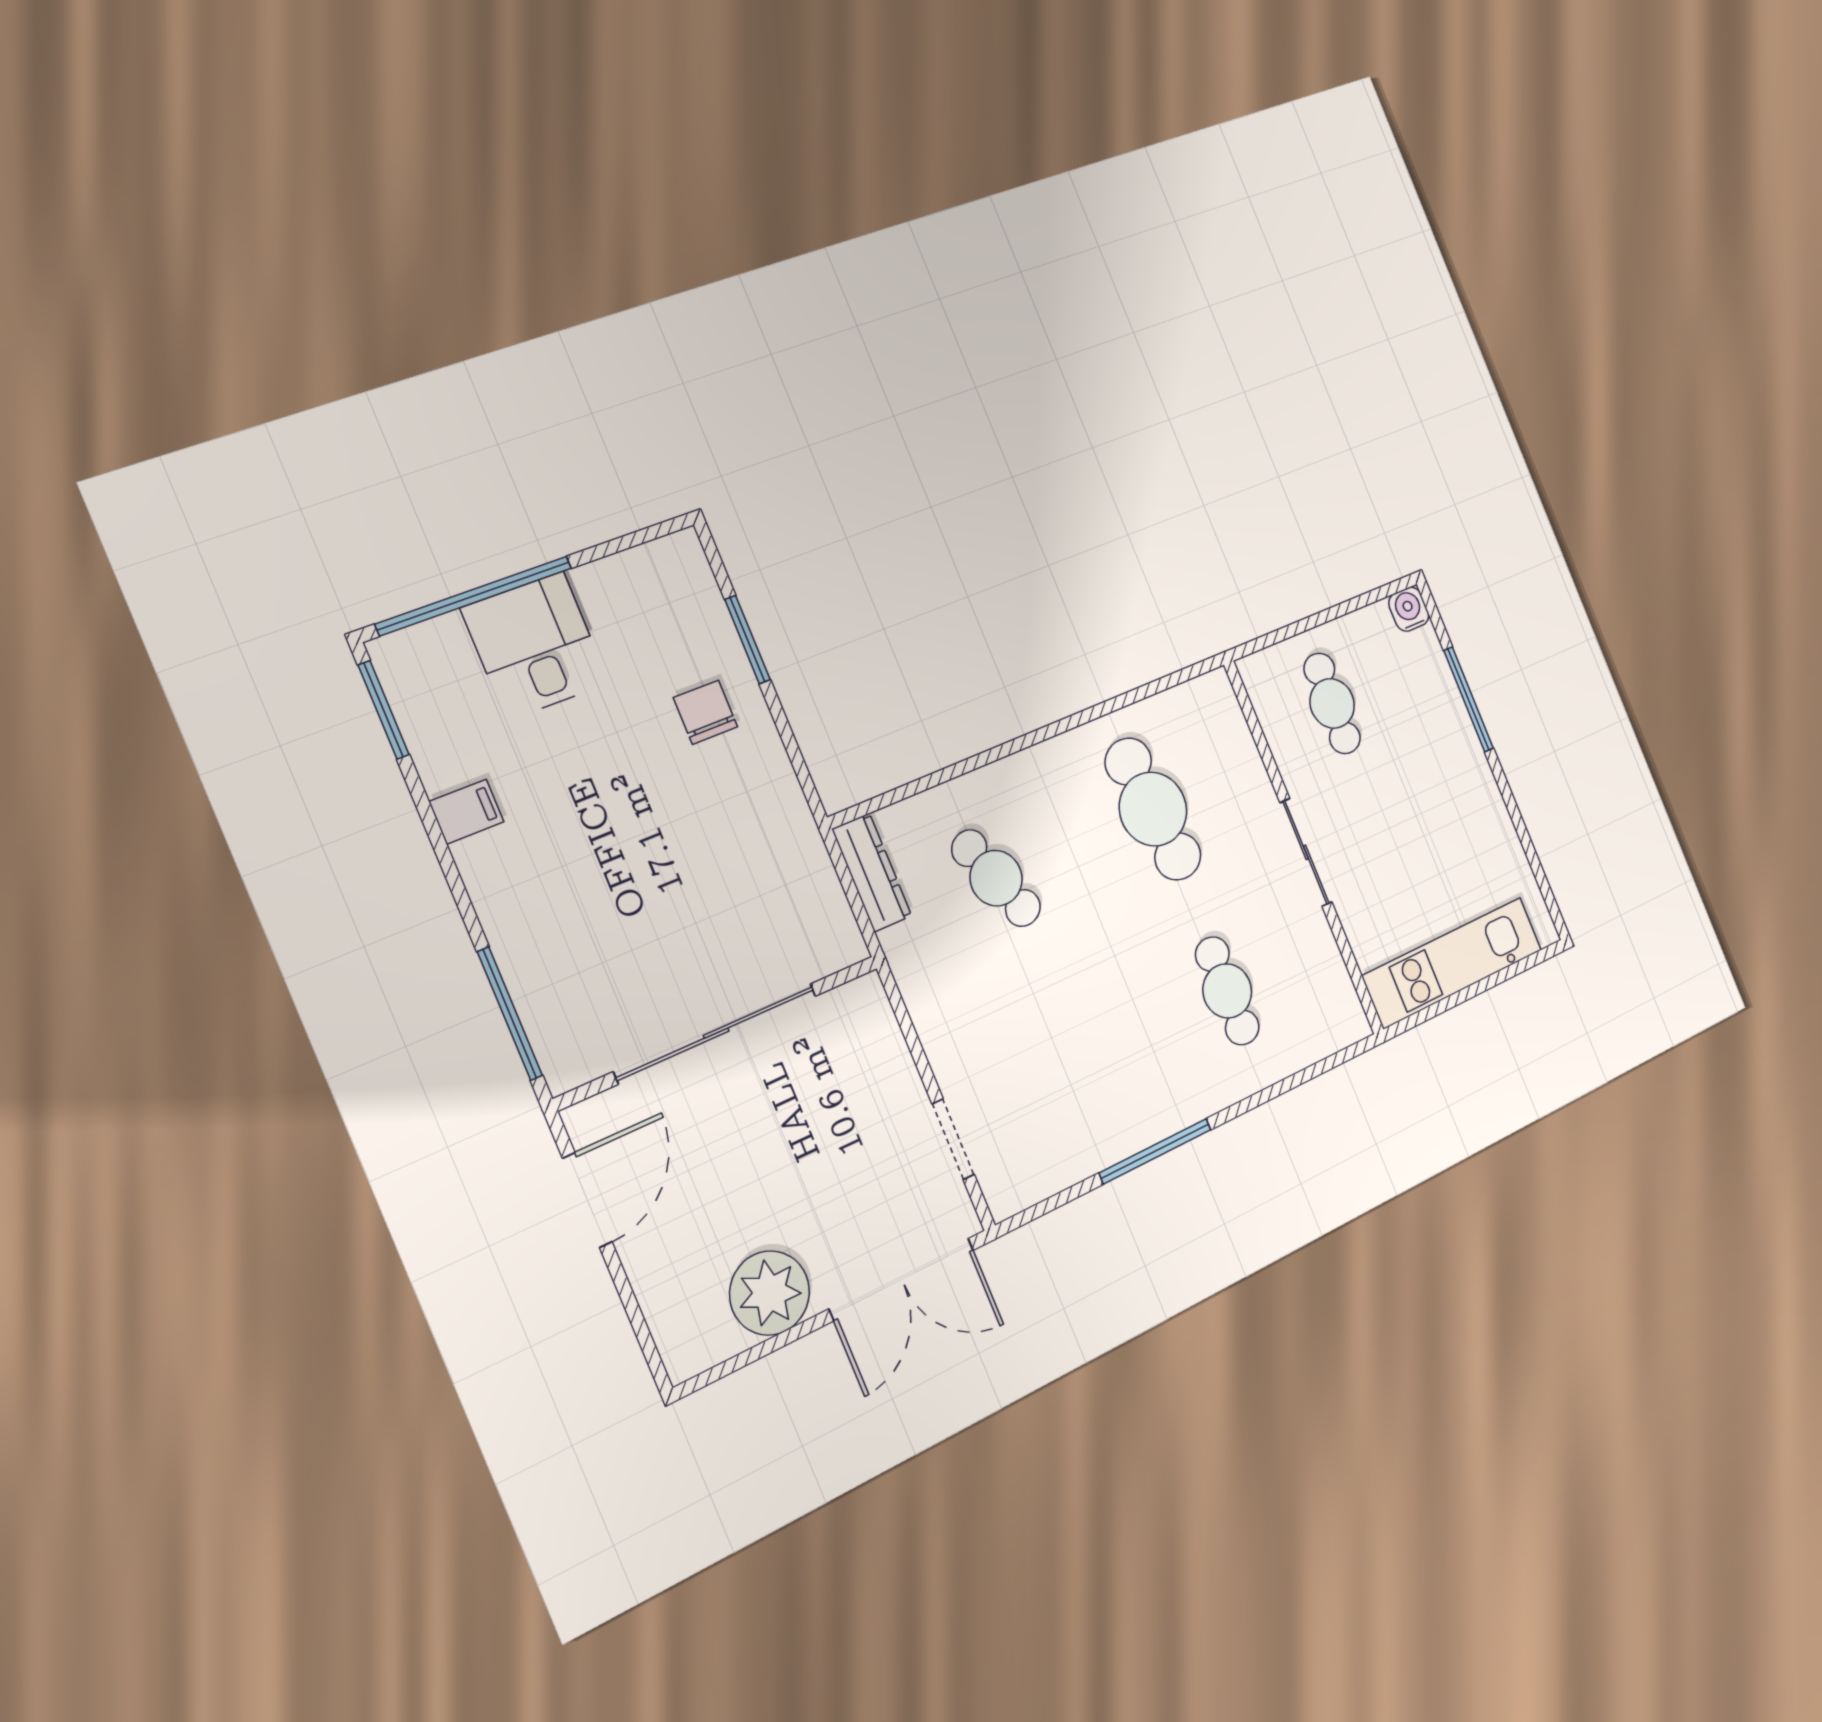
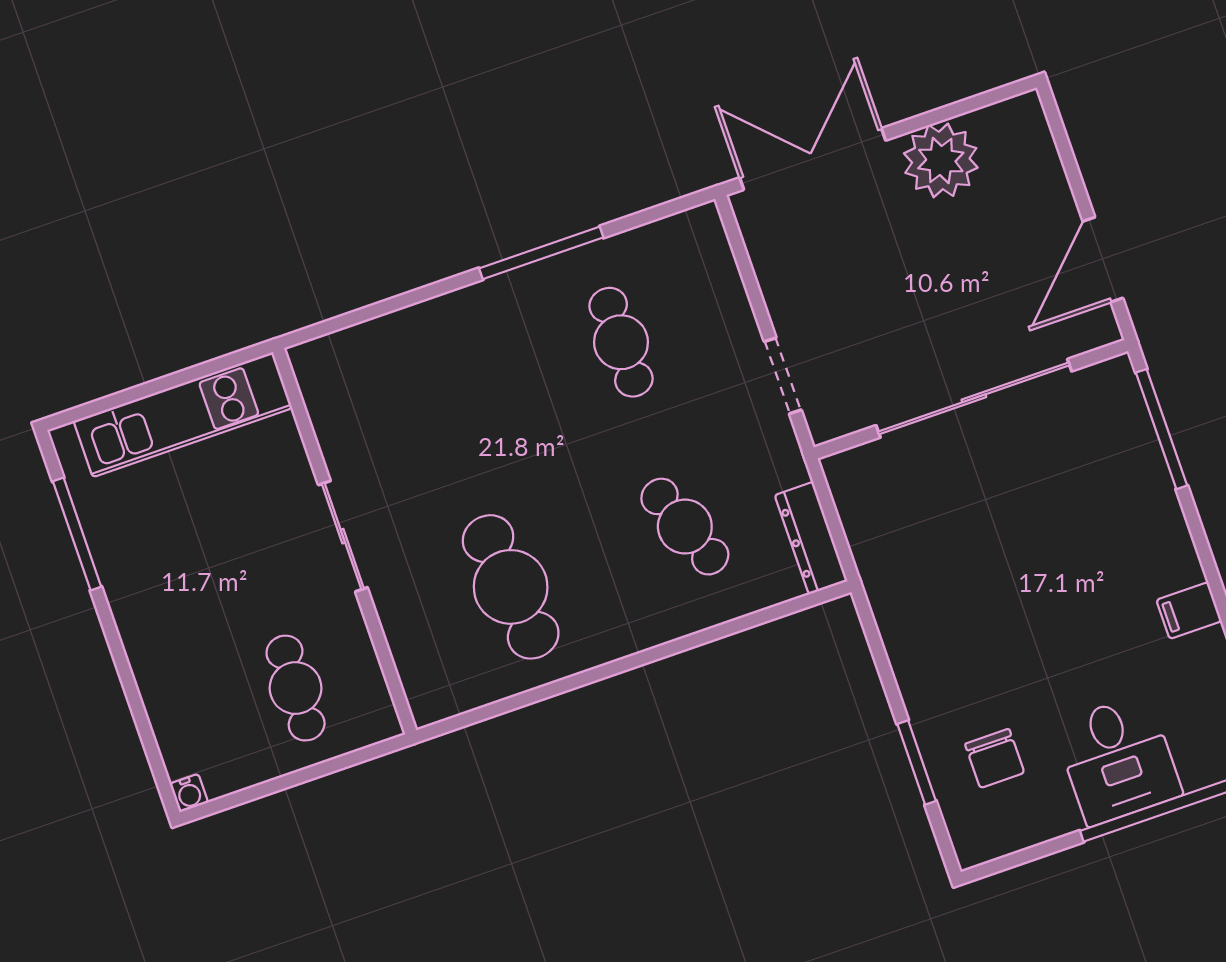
water cooler: (1409, 609) -> (189, 793), width x0.72, depth x0.72
window: (1469, 699) -> (77, 534), moved
chair: (705, 712) -> (995, 758), moved
cafe table: (1227, 991) -> (621, 342), moved
doorway: (953, 1139) -> (783, 376), moved

